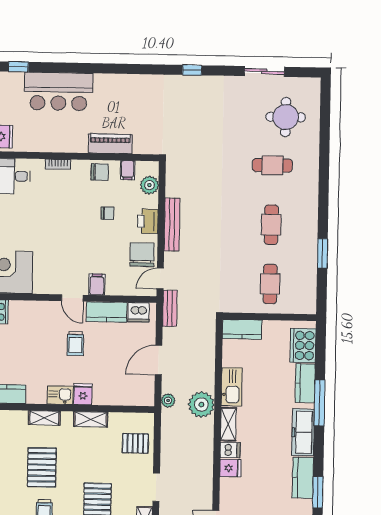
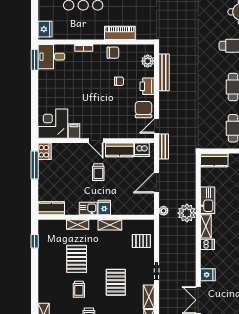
filing cabinet: (128, 170) -> (132, 51), removed
bench: (172, 224) -> (164, 72), moved
filing cabinet: (97, 284) -> (74, 131), moved
fridge: (230, 468) -> (208, 275), moved

